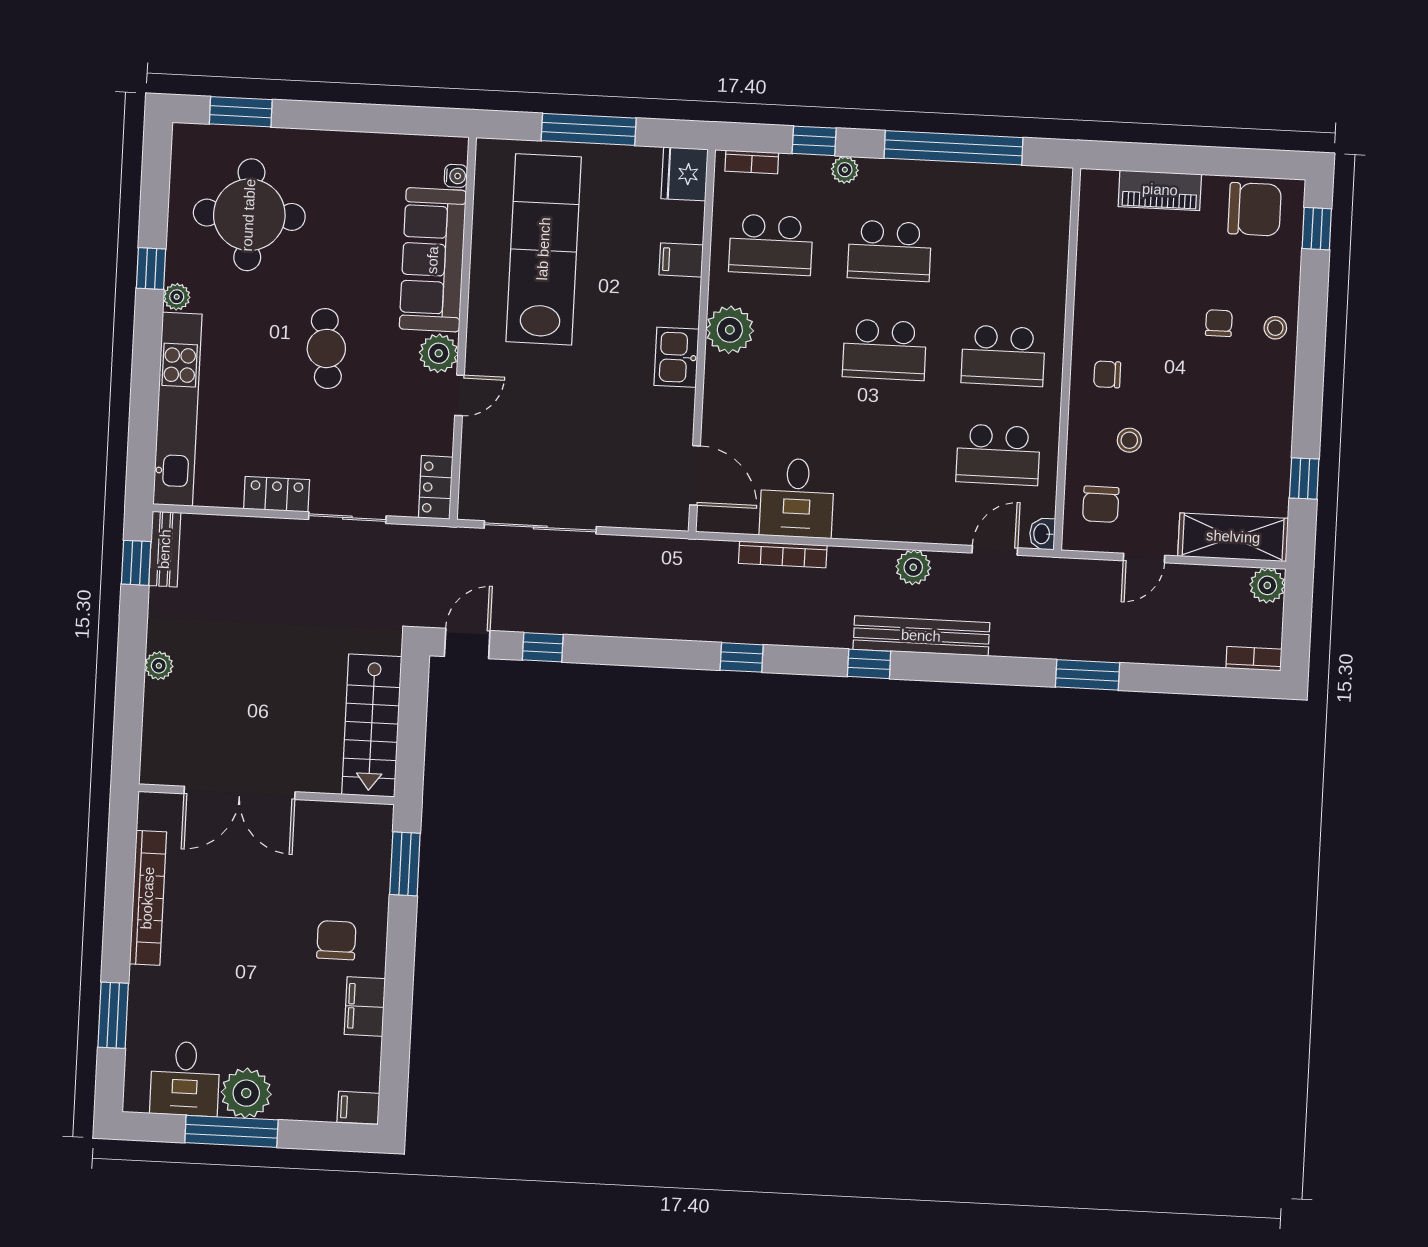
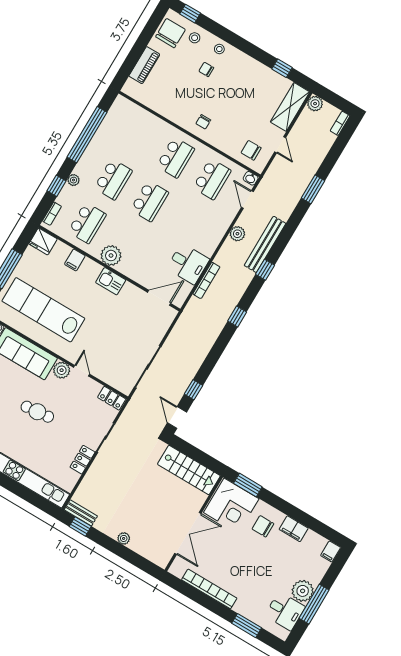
stool: (1129, 440) -> (195, 38), moved
chair: (1101, 504) -> (251, 150), turned 180
corner desk: (344, 852) -> (231, 506), added

